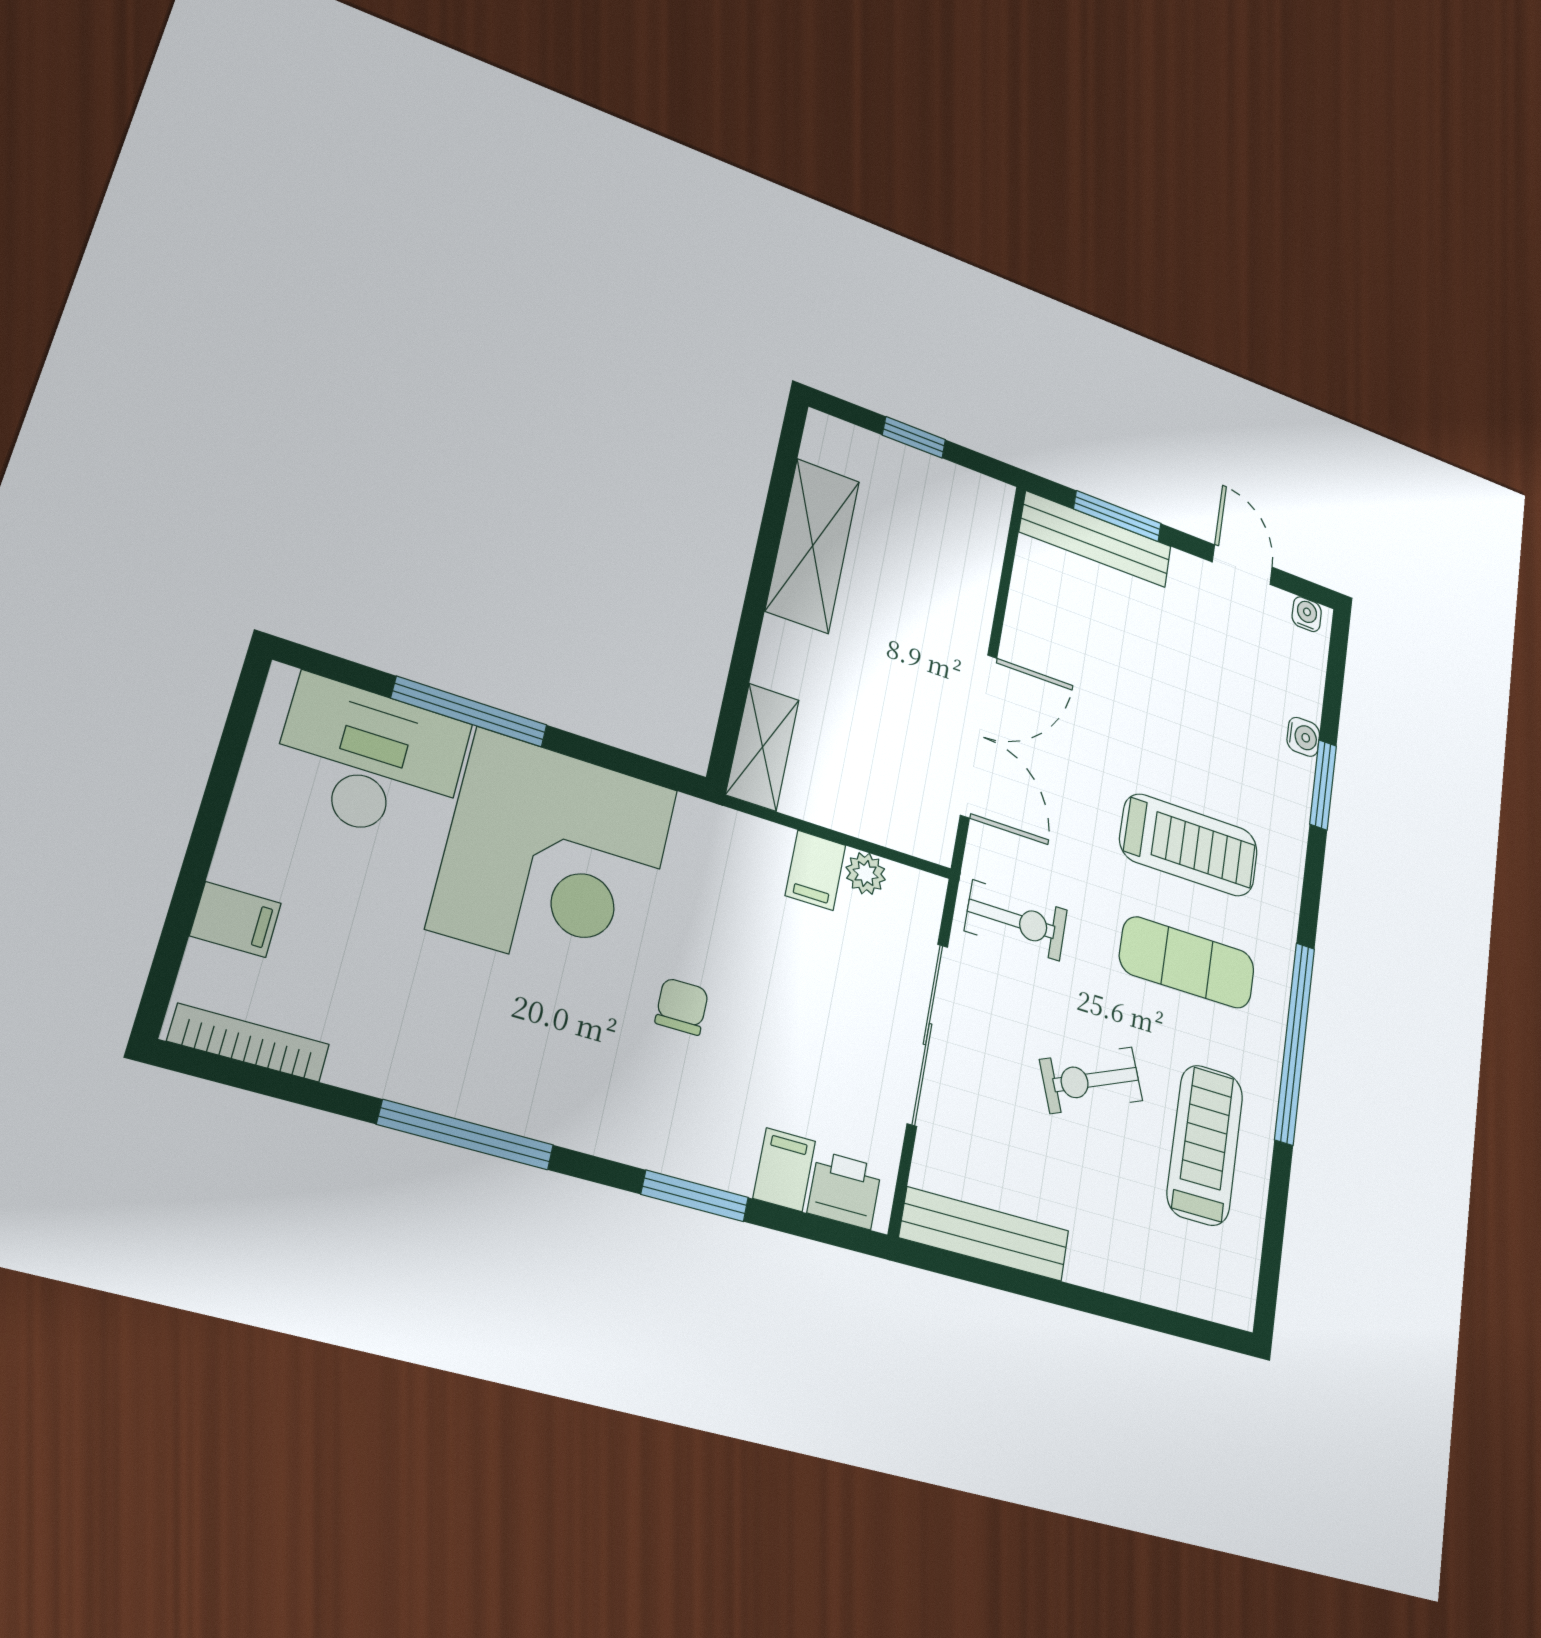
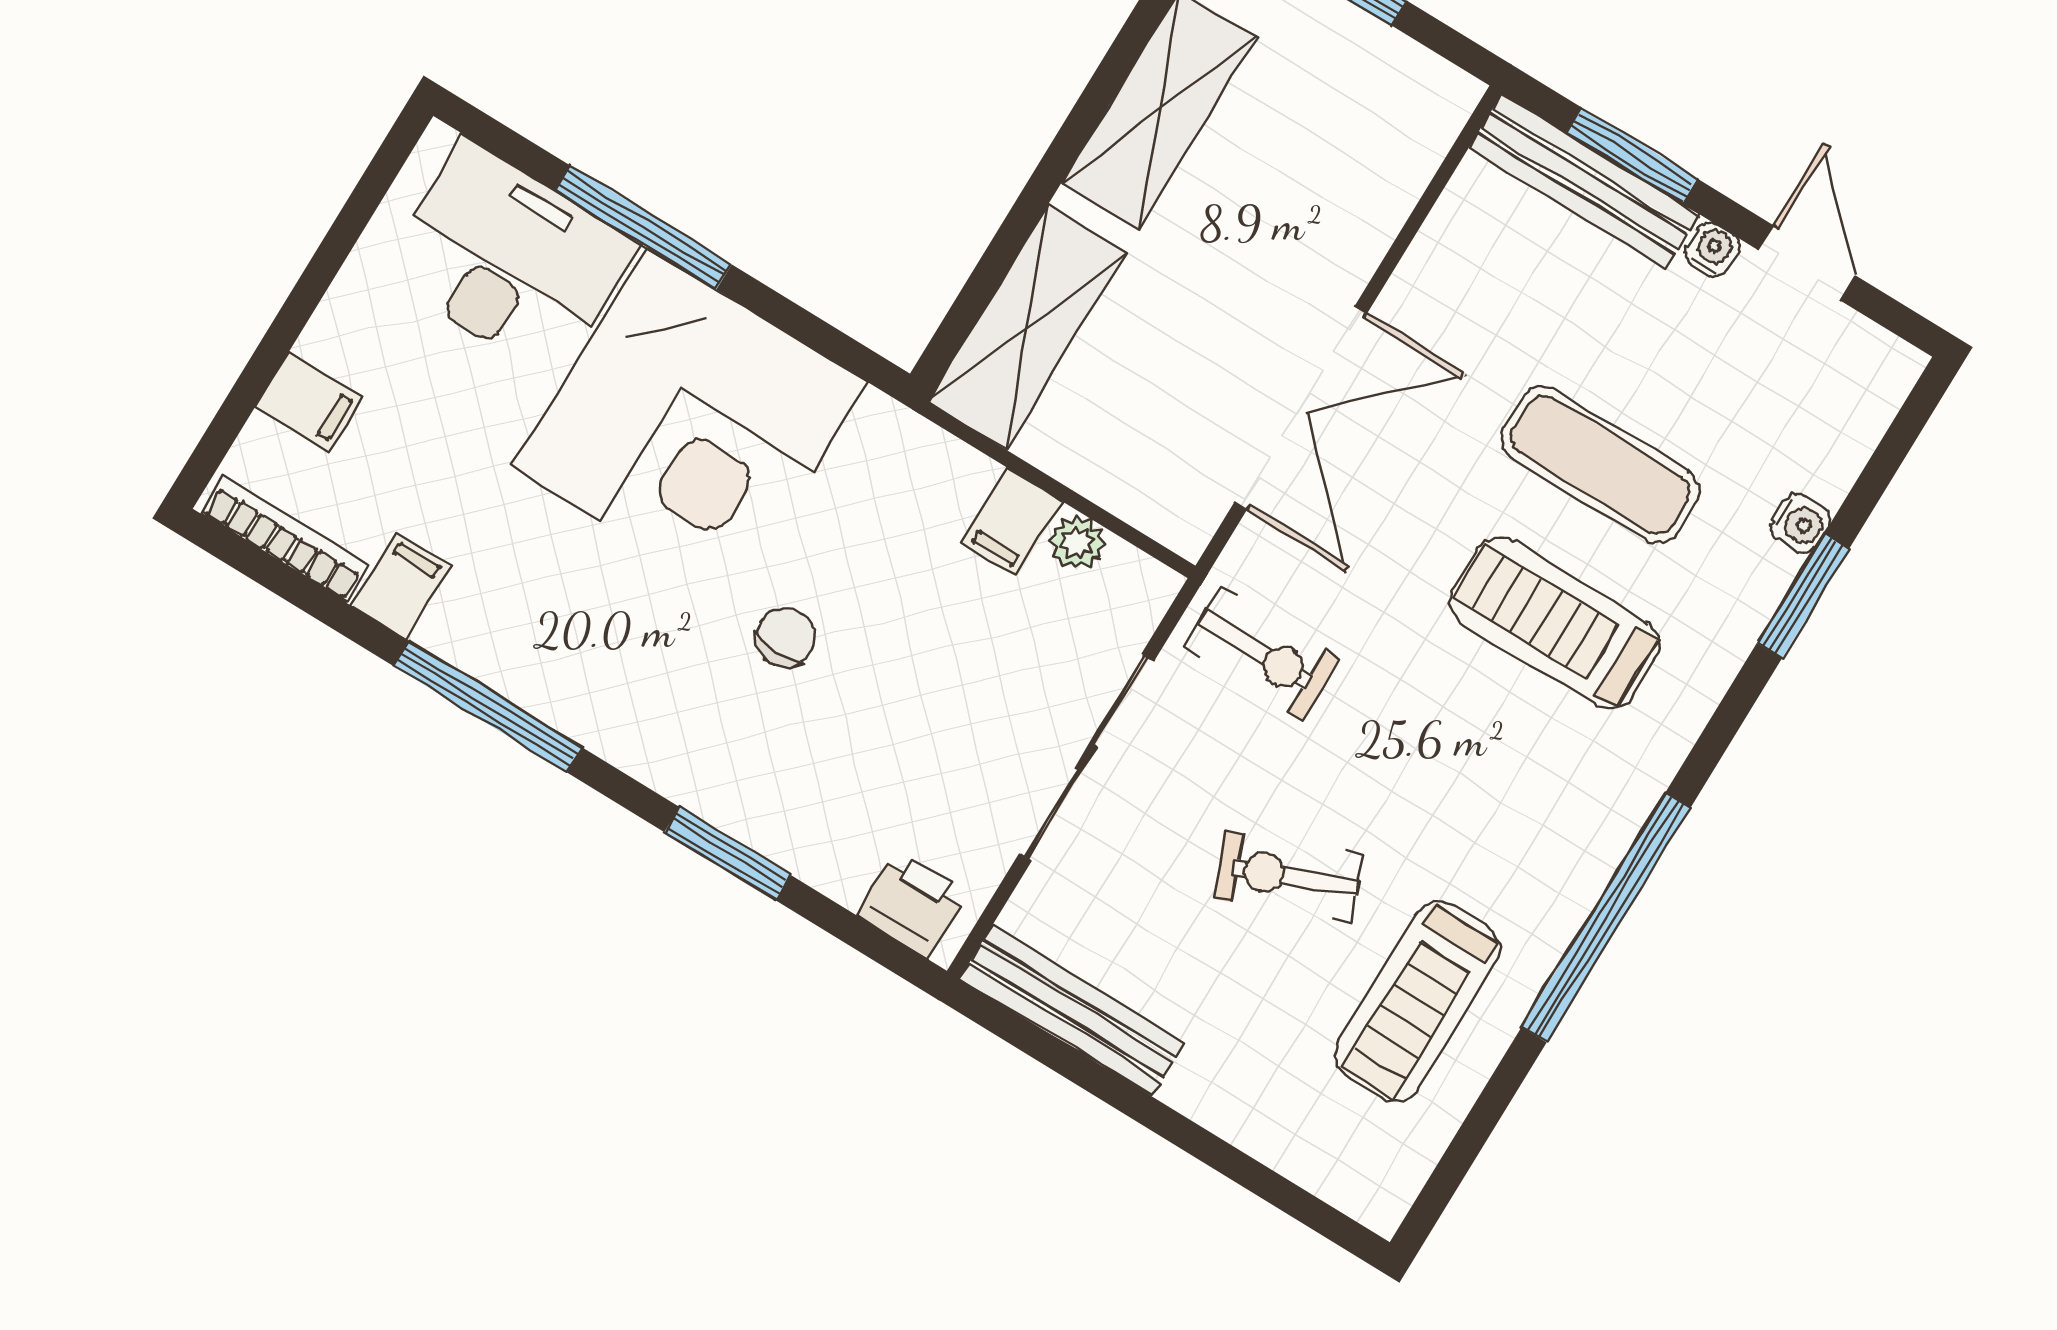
water cooler: (1307, 614) -> (1712, 250), moved
shelving: (763, 747) -> (1027, 327), width x1.50, depth x1.33
treadmill: (1189, 845) -> (1555, 624), turned 180
exercise mat: (1187, 963) -> (1600, 465), moved
treadmill: (1205, 1145) -> (1418, 1002), turned 180
filing cabinet: (784, 1170) -> (401, 586), moved

